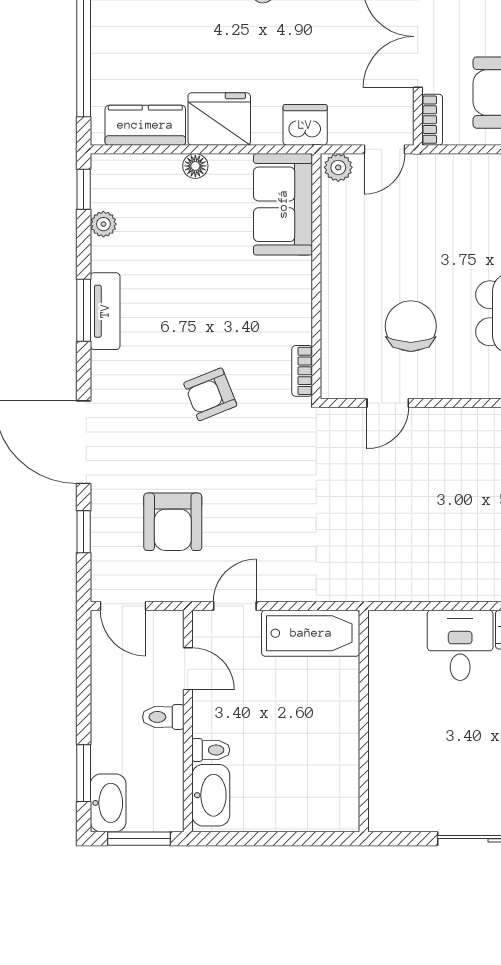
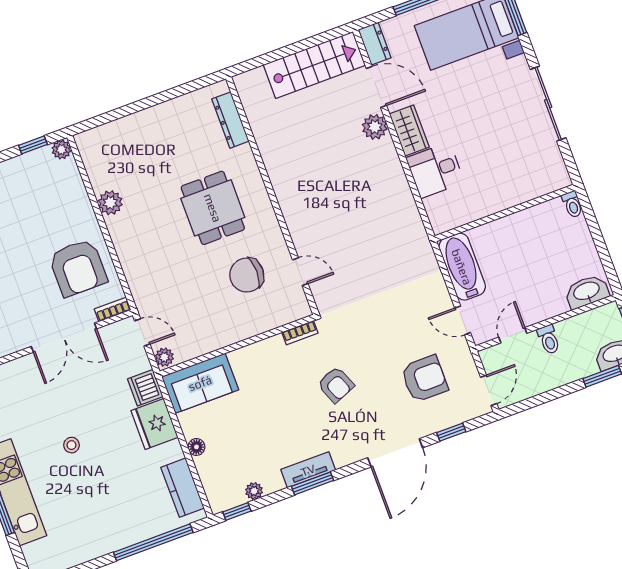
fridge: (219, 119) -> (154, 424), moved
toilet: (211, 750) -> (572, 204), moved, turned 180

